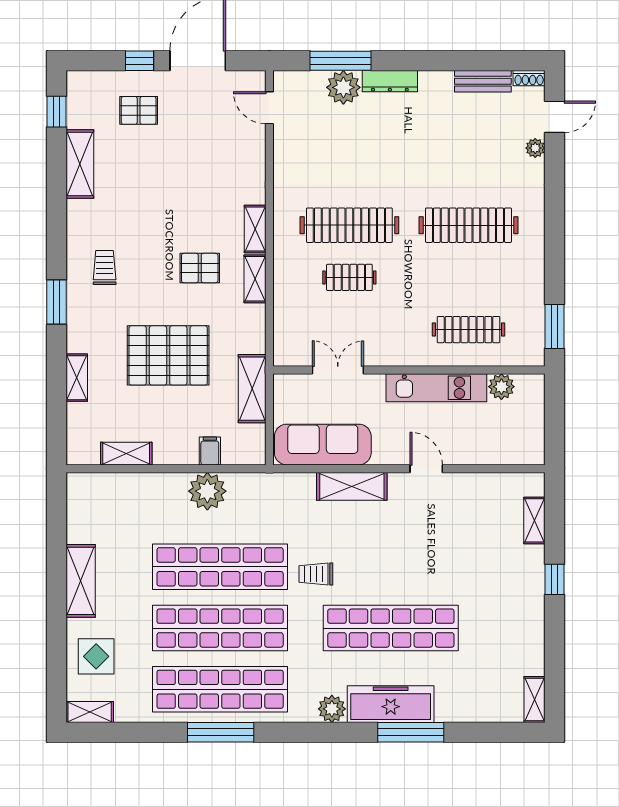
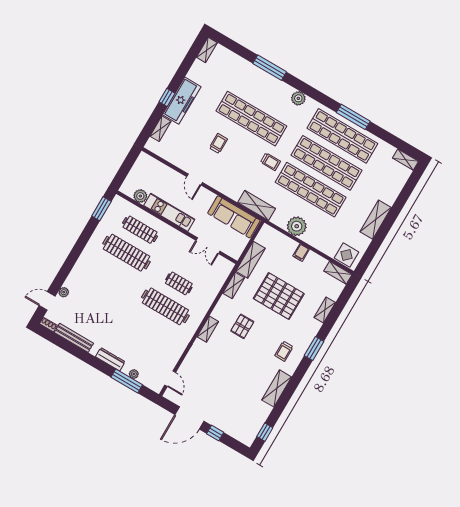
bench: (483, 81) -> (74, 338), width x1.36
plant: (343, 87) -> (134, 374), width x0.53, depth x0.53
pallet: (139, 110) -> (228, 411), removed
shelving: (80, 164) -> (277, 388), moved
clothes rail: (468, 225) -> (127, 253), moved
pallet: (200, 268) -> (242, 326), turned 90
shelving: (255, 279) -> (234, 285), moved
filing cabinet: (210, 451) -> (301, 253), moved
shelving: (126, 454) -> (338, 273), moved
shelving: (352, 486) -> (257, 205), moved
trolley: (422, 553) -> (218, 143), added
display table: (96, 656) -> (346, 255), moved
freezer: (391, 704) -> (182, 101), moved, turned -90

